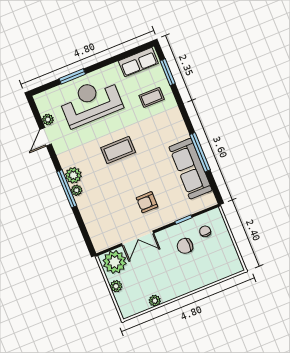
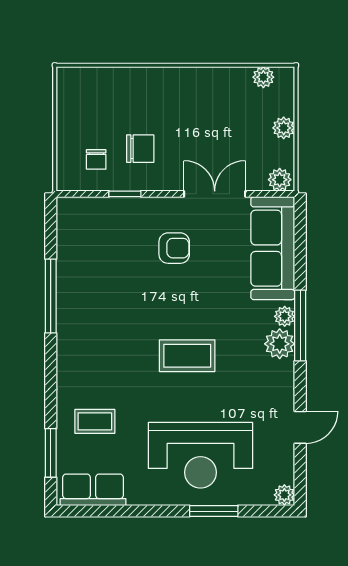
plant: (48, 119) -> (284, 495), moved
sofa: (190, 169) -> (273, 248), moved, turned 180
plant: (115, 262) -> (280, 180), width x0.53, depth x0.53
plant: (155, 301) -> (263, 77), moved

